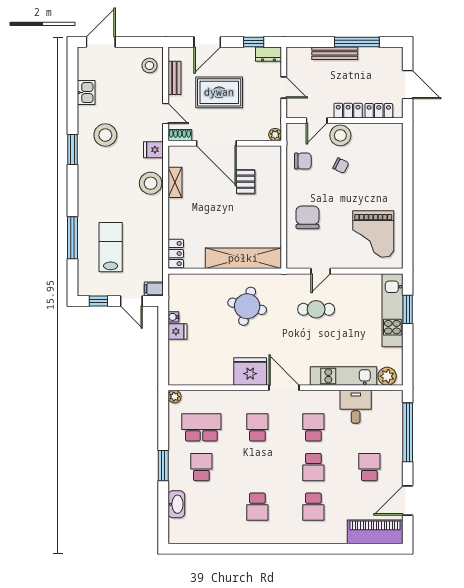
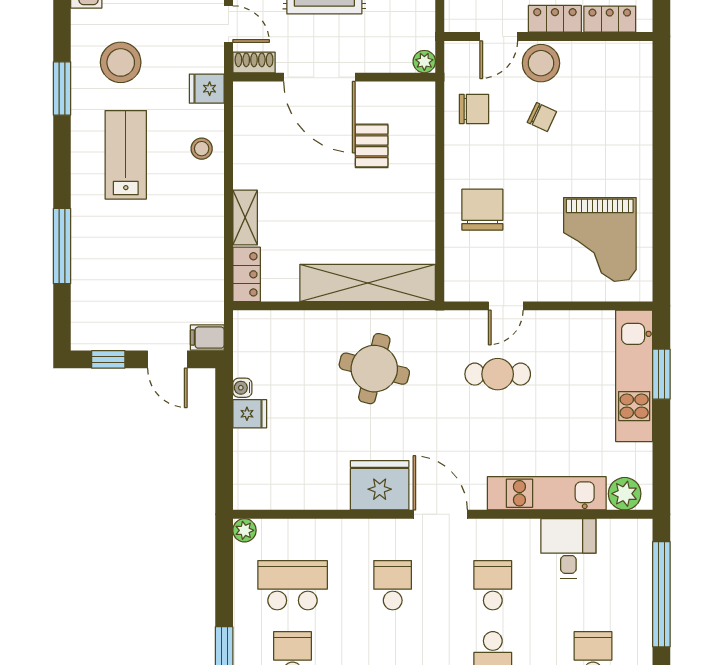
shelving: (175, 182) -> (245, 218), moved
stool: (151, 183) -> (202, 149), width x0.53, depth x0.53
lab bench: (111, 247) -> (126, 155), moved

